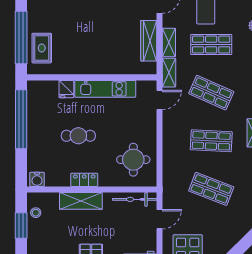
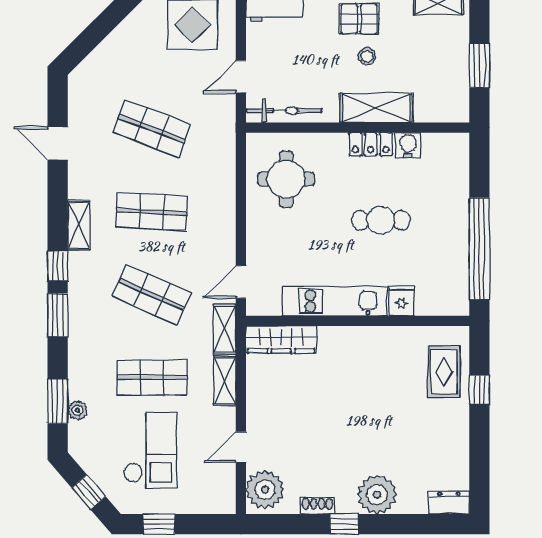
window: (21, 37) -> (479, 390), width x0.32
wardrobe: (149, 41) -> (281, 340), moved, turned 90
water cooler: (37, 179) -> (408, 145), moved
stool: (36, 213) -> (367, 56), moved

